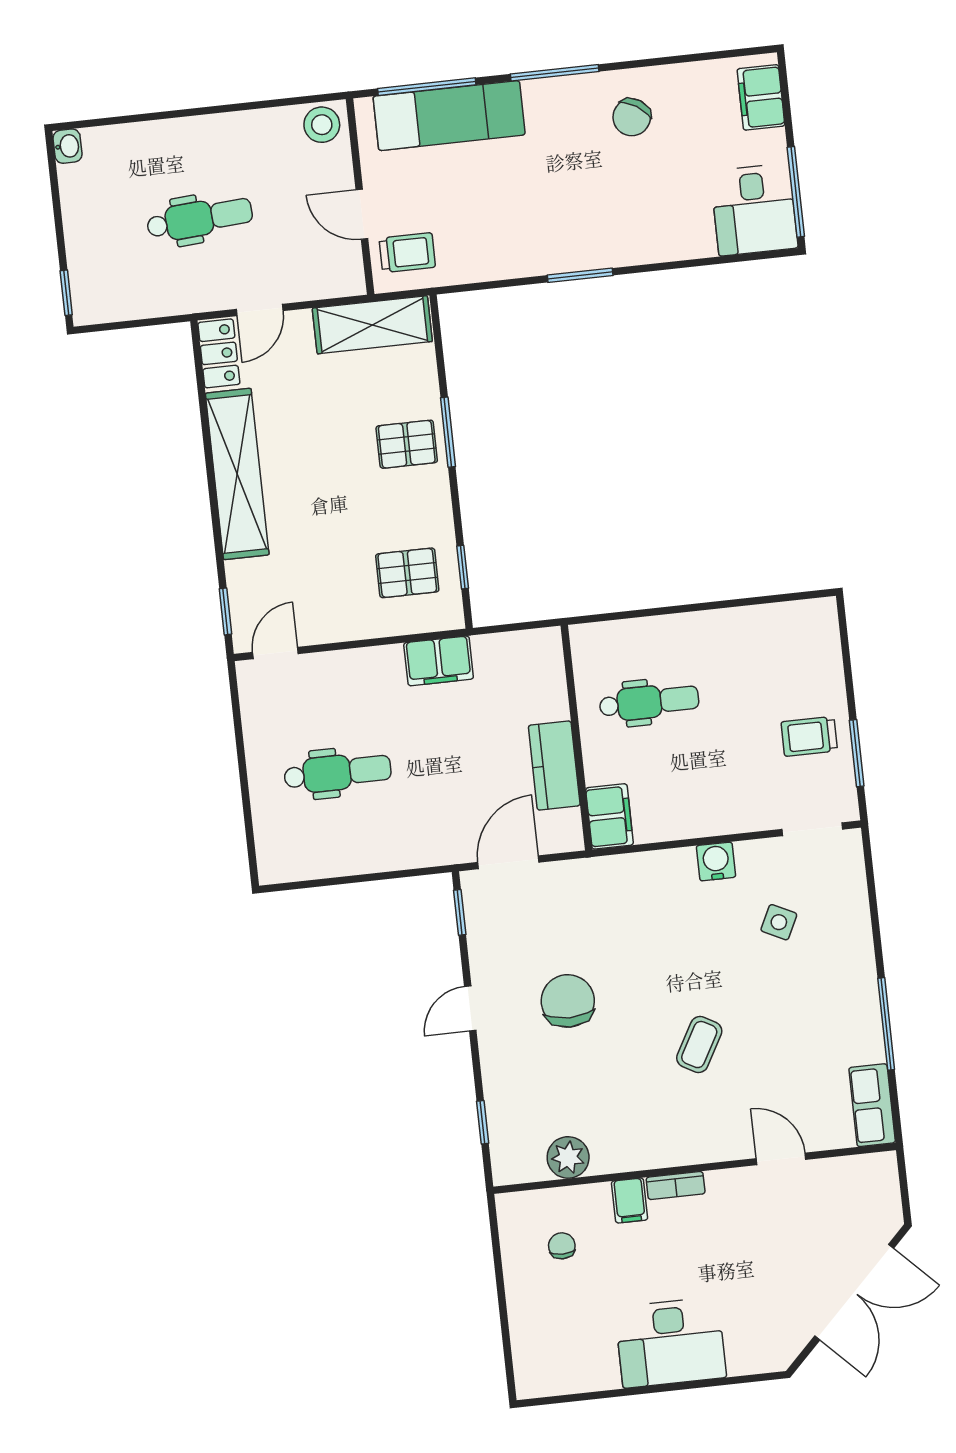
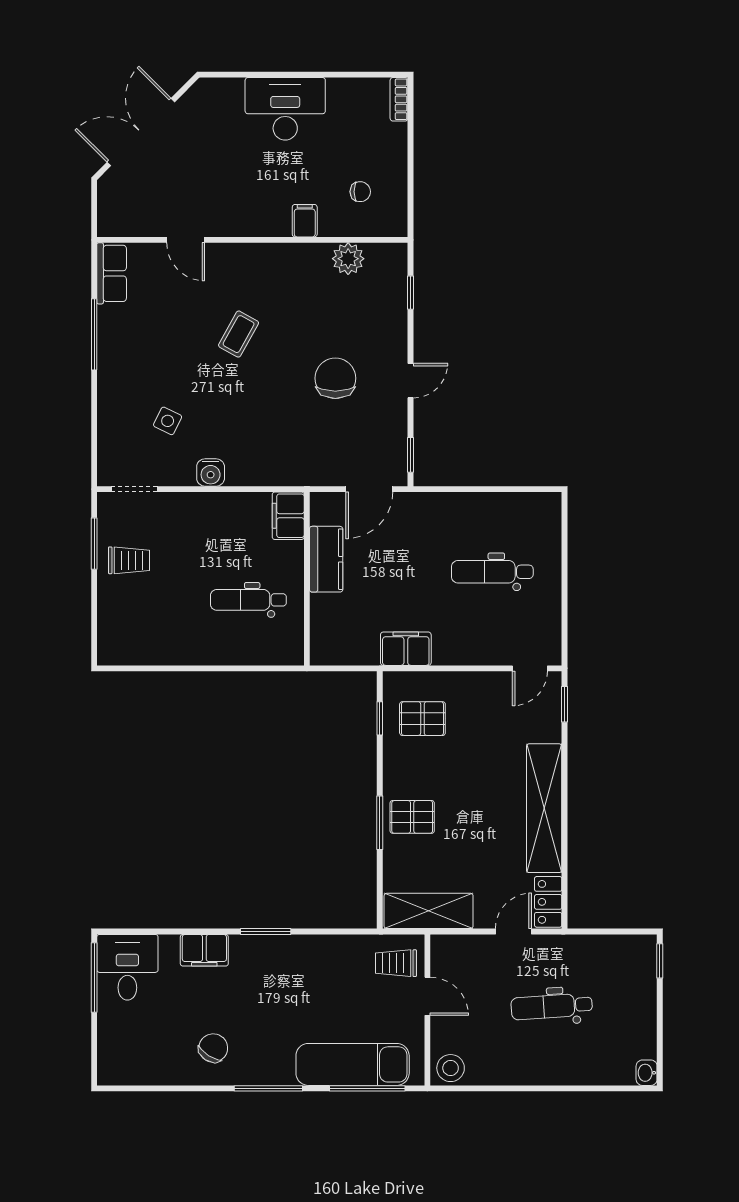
filing cabinet: (761, 97) -> (204, 950), moved, turned 90
chair: (568, 1001) -> (335, 378), turned 180
bookcase: (676, 1186) -> (399, 99), moved, turned -90
chair: (562, 1246) -> (360, 192), turned -90

